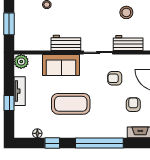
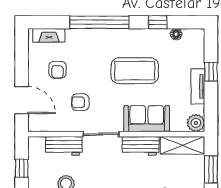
shelving: (32, 43) -> (182, 145), added
armchair: (115, 78) -> (80, 102), turned 180

